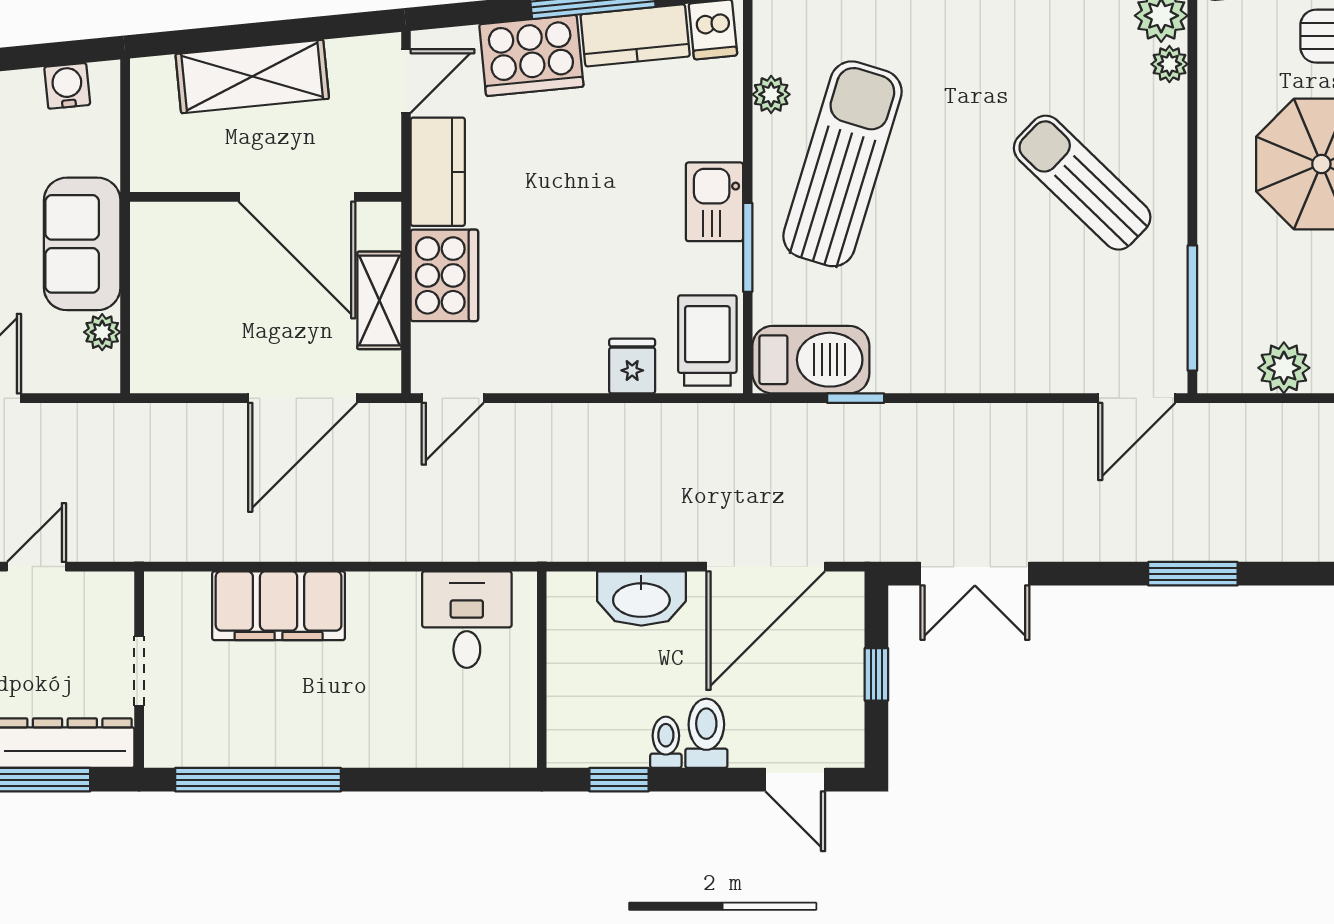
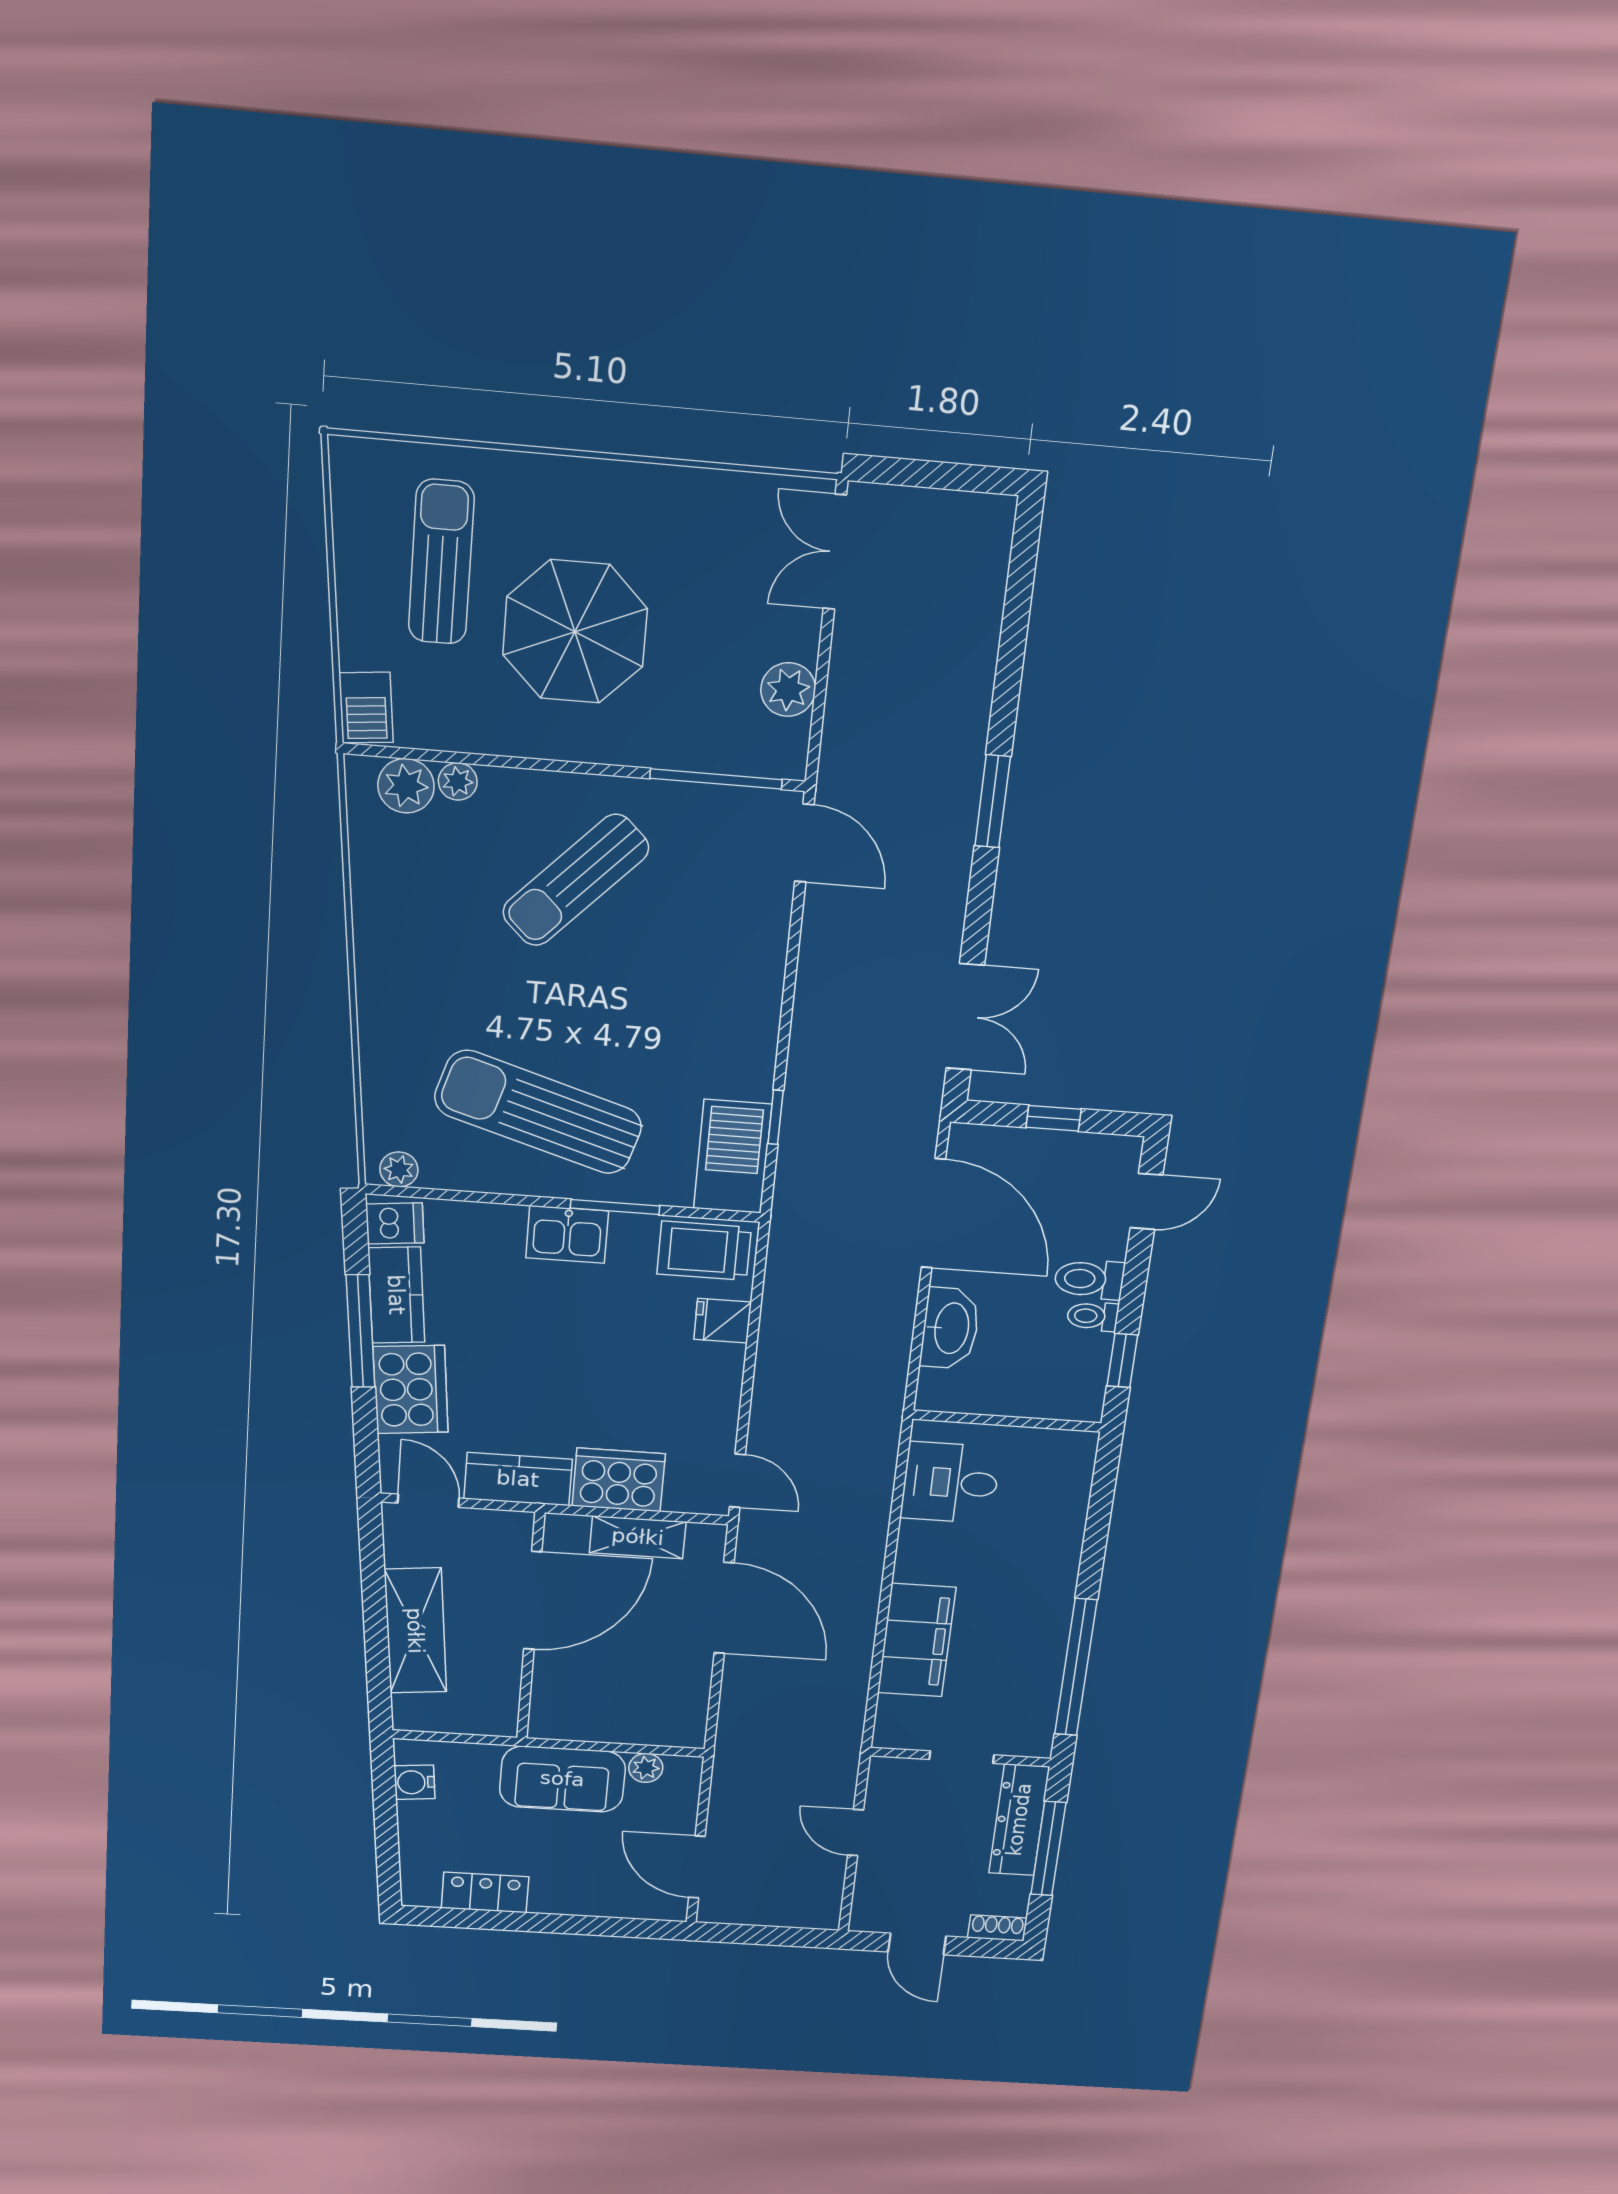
plant: (771, 94) -> (399, 1169), moved

